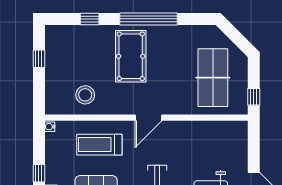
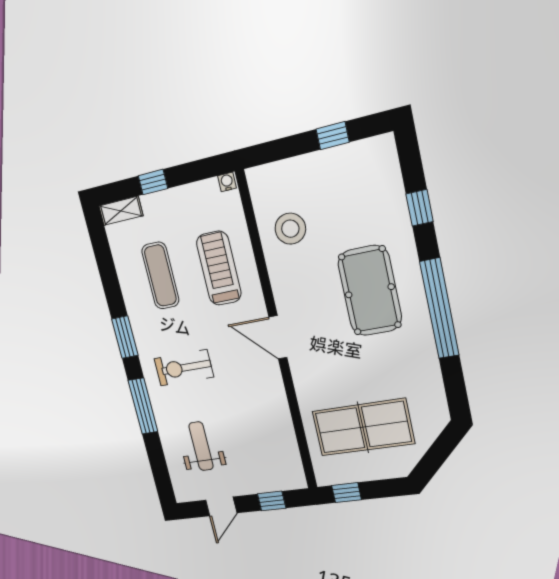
pool table: (131, 56) -> (370, 291), turned 90
window: (254, 147) -> (272, 501), added

